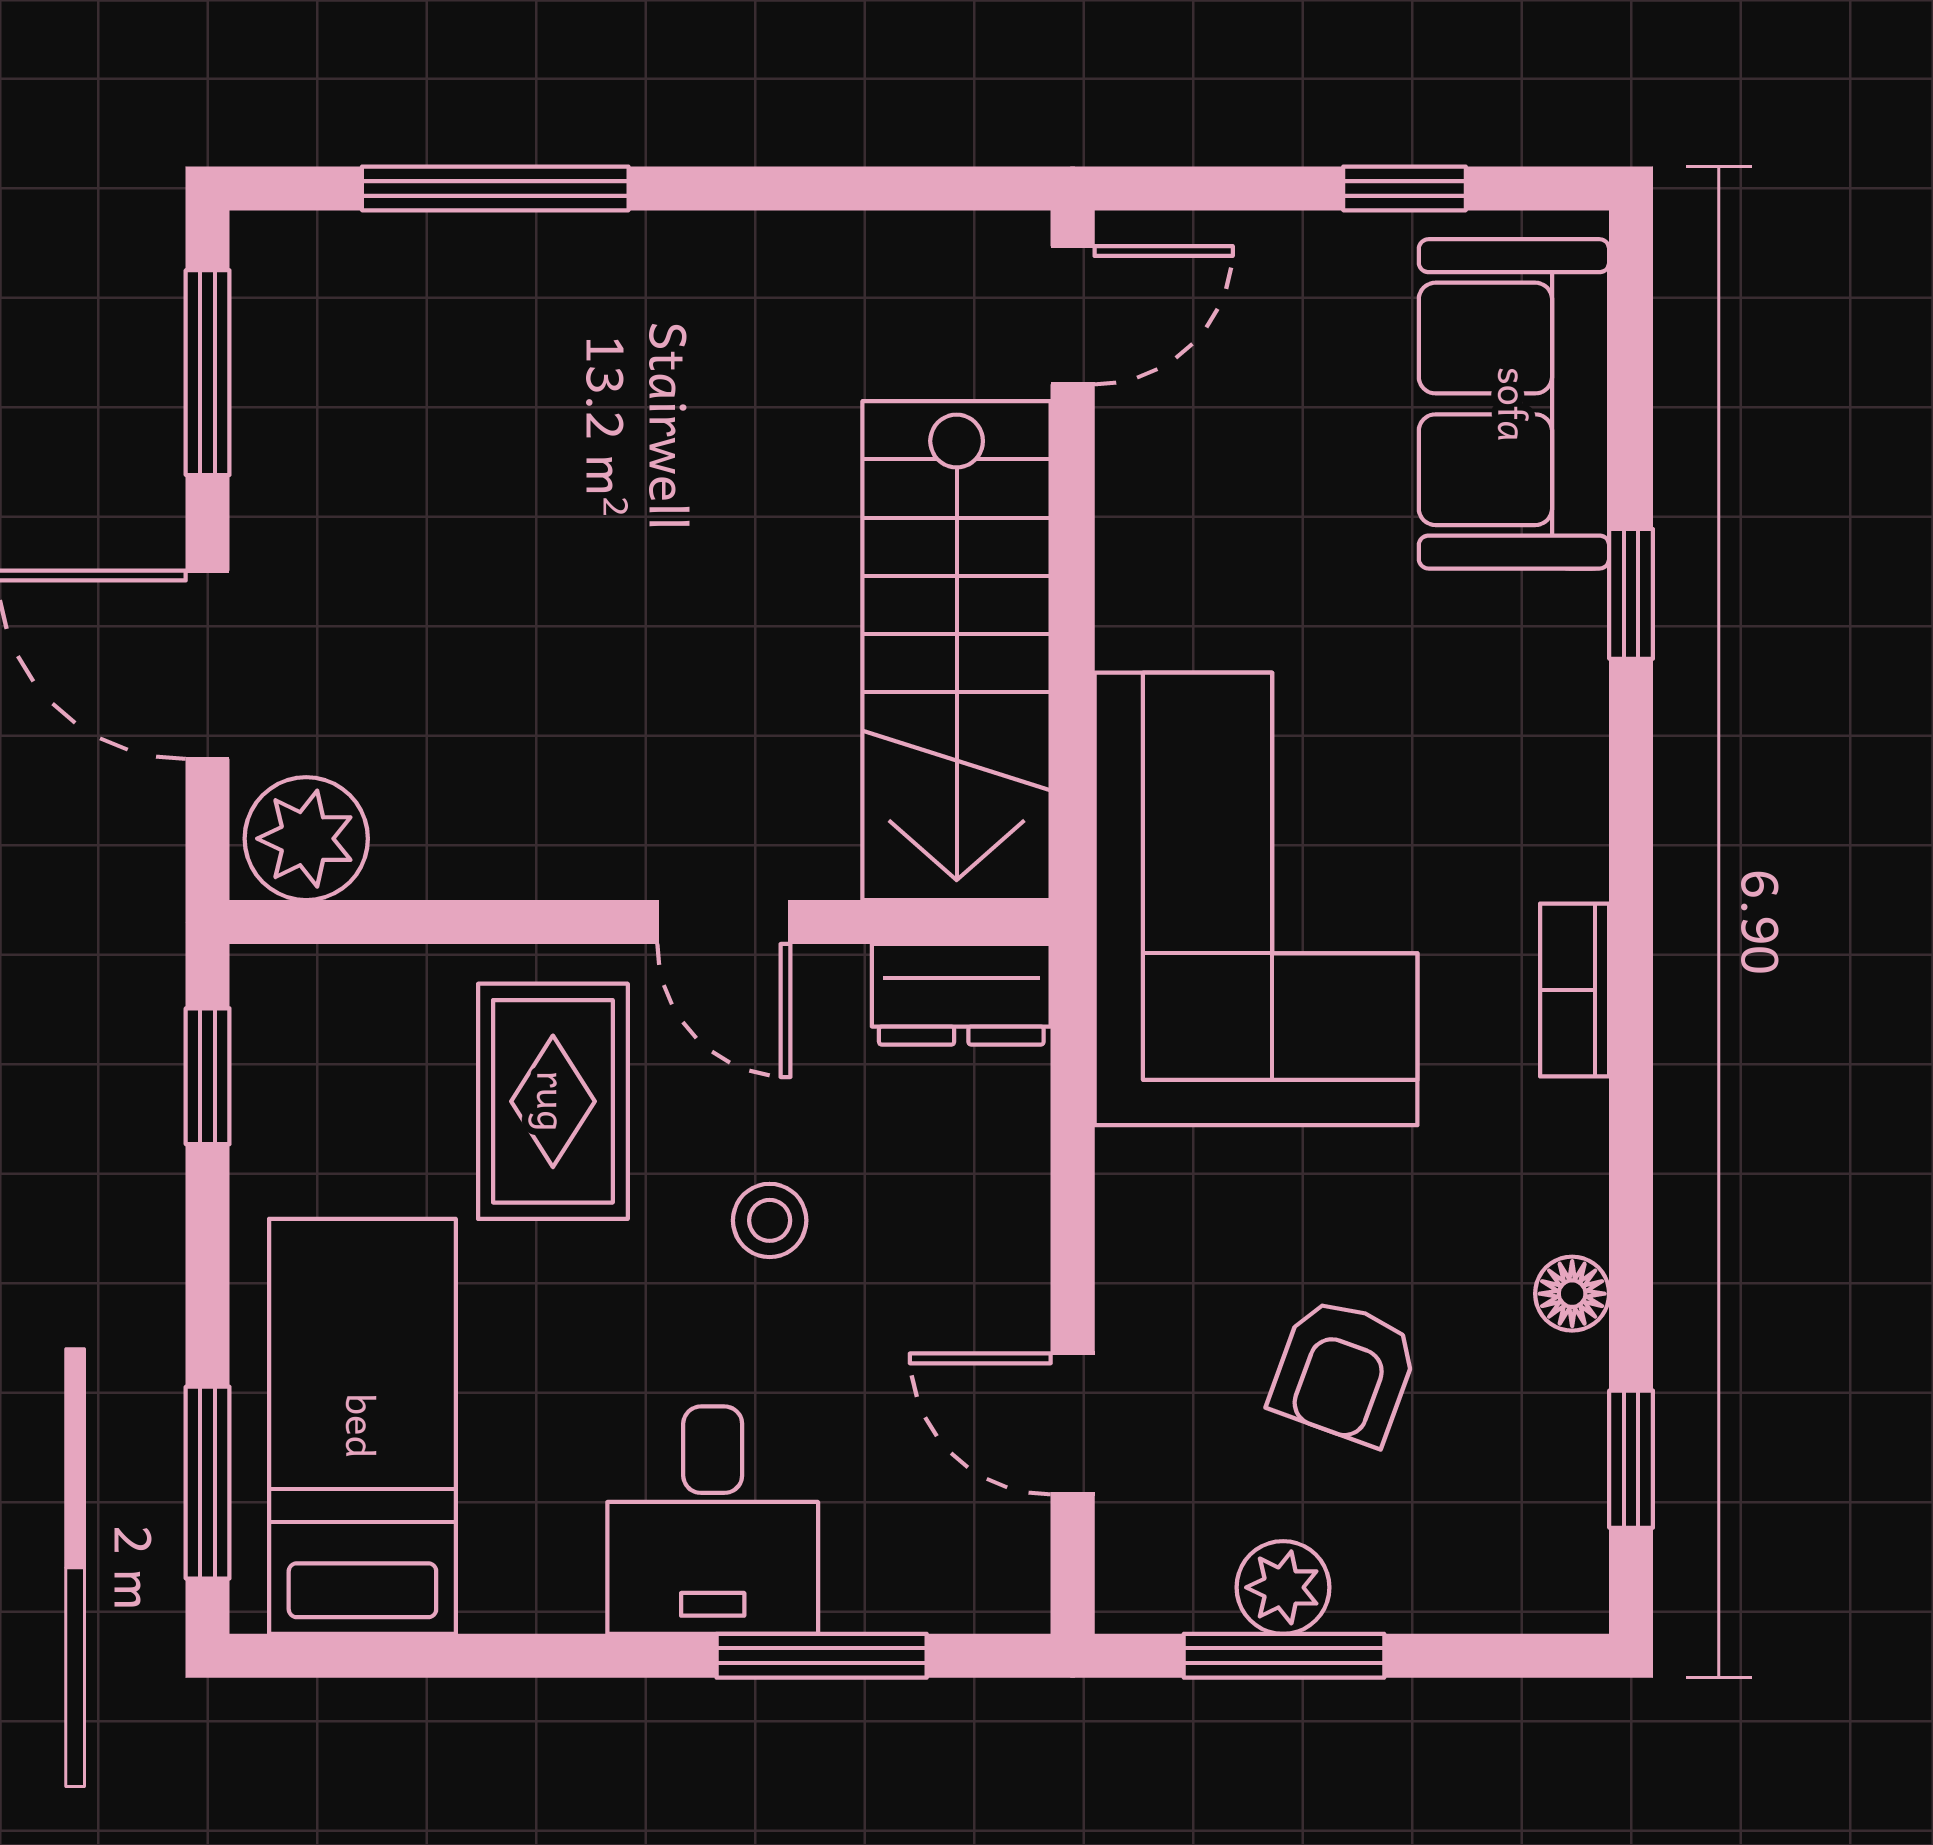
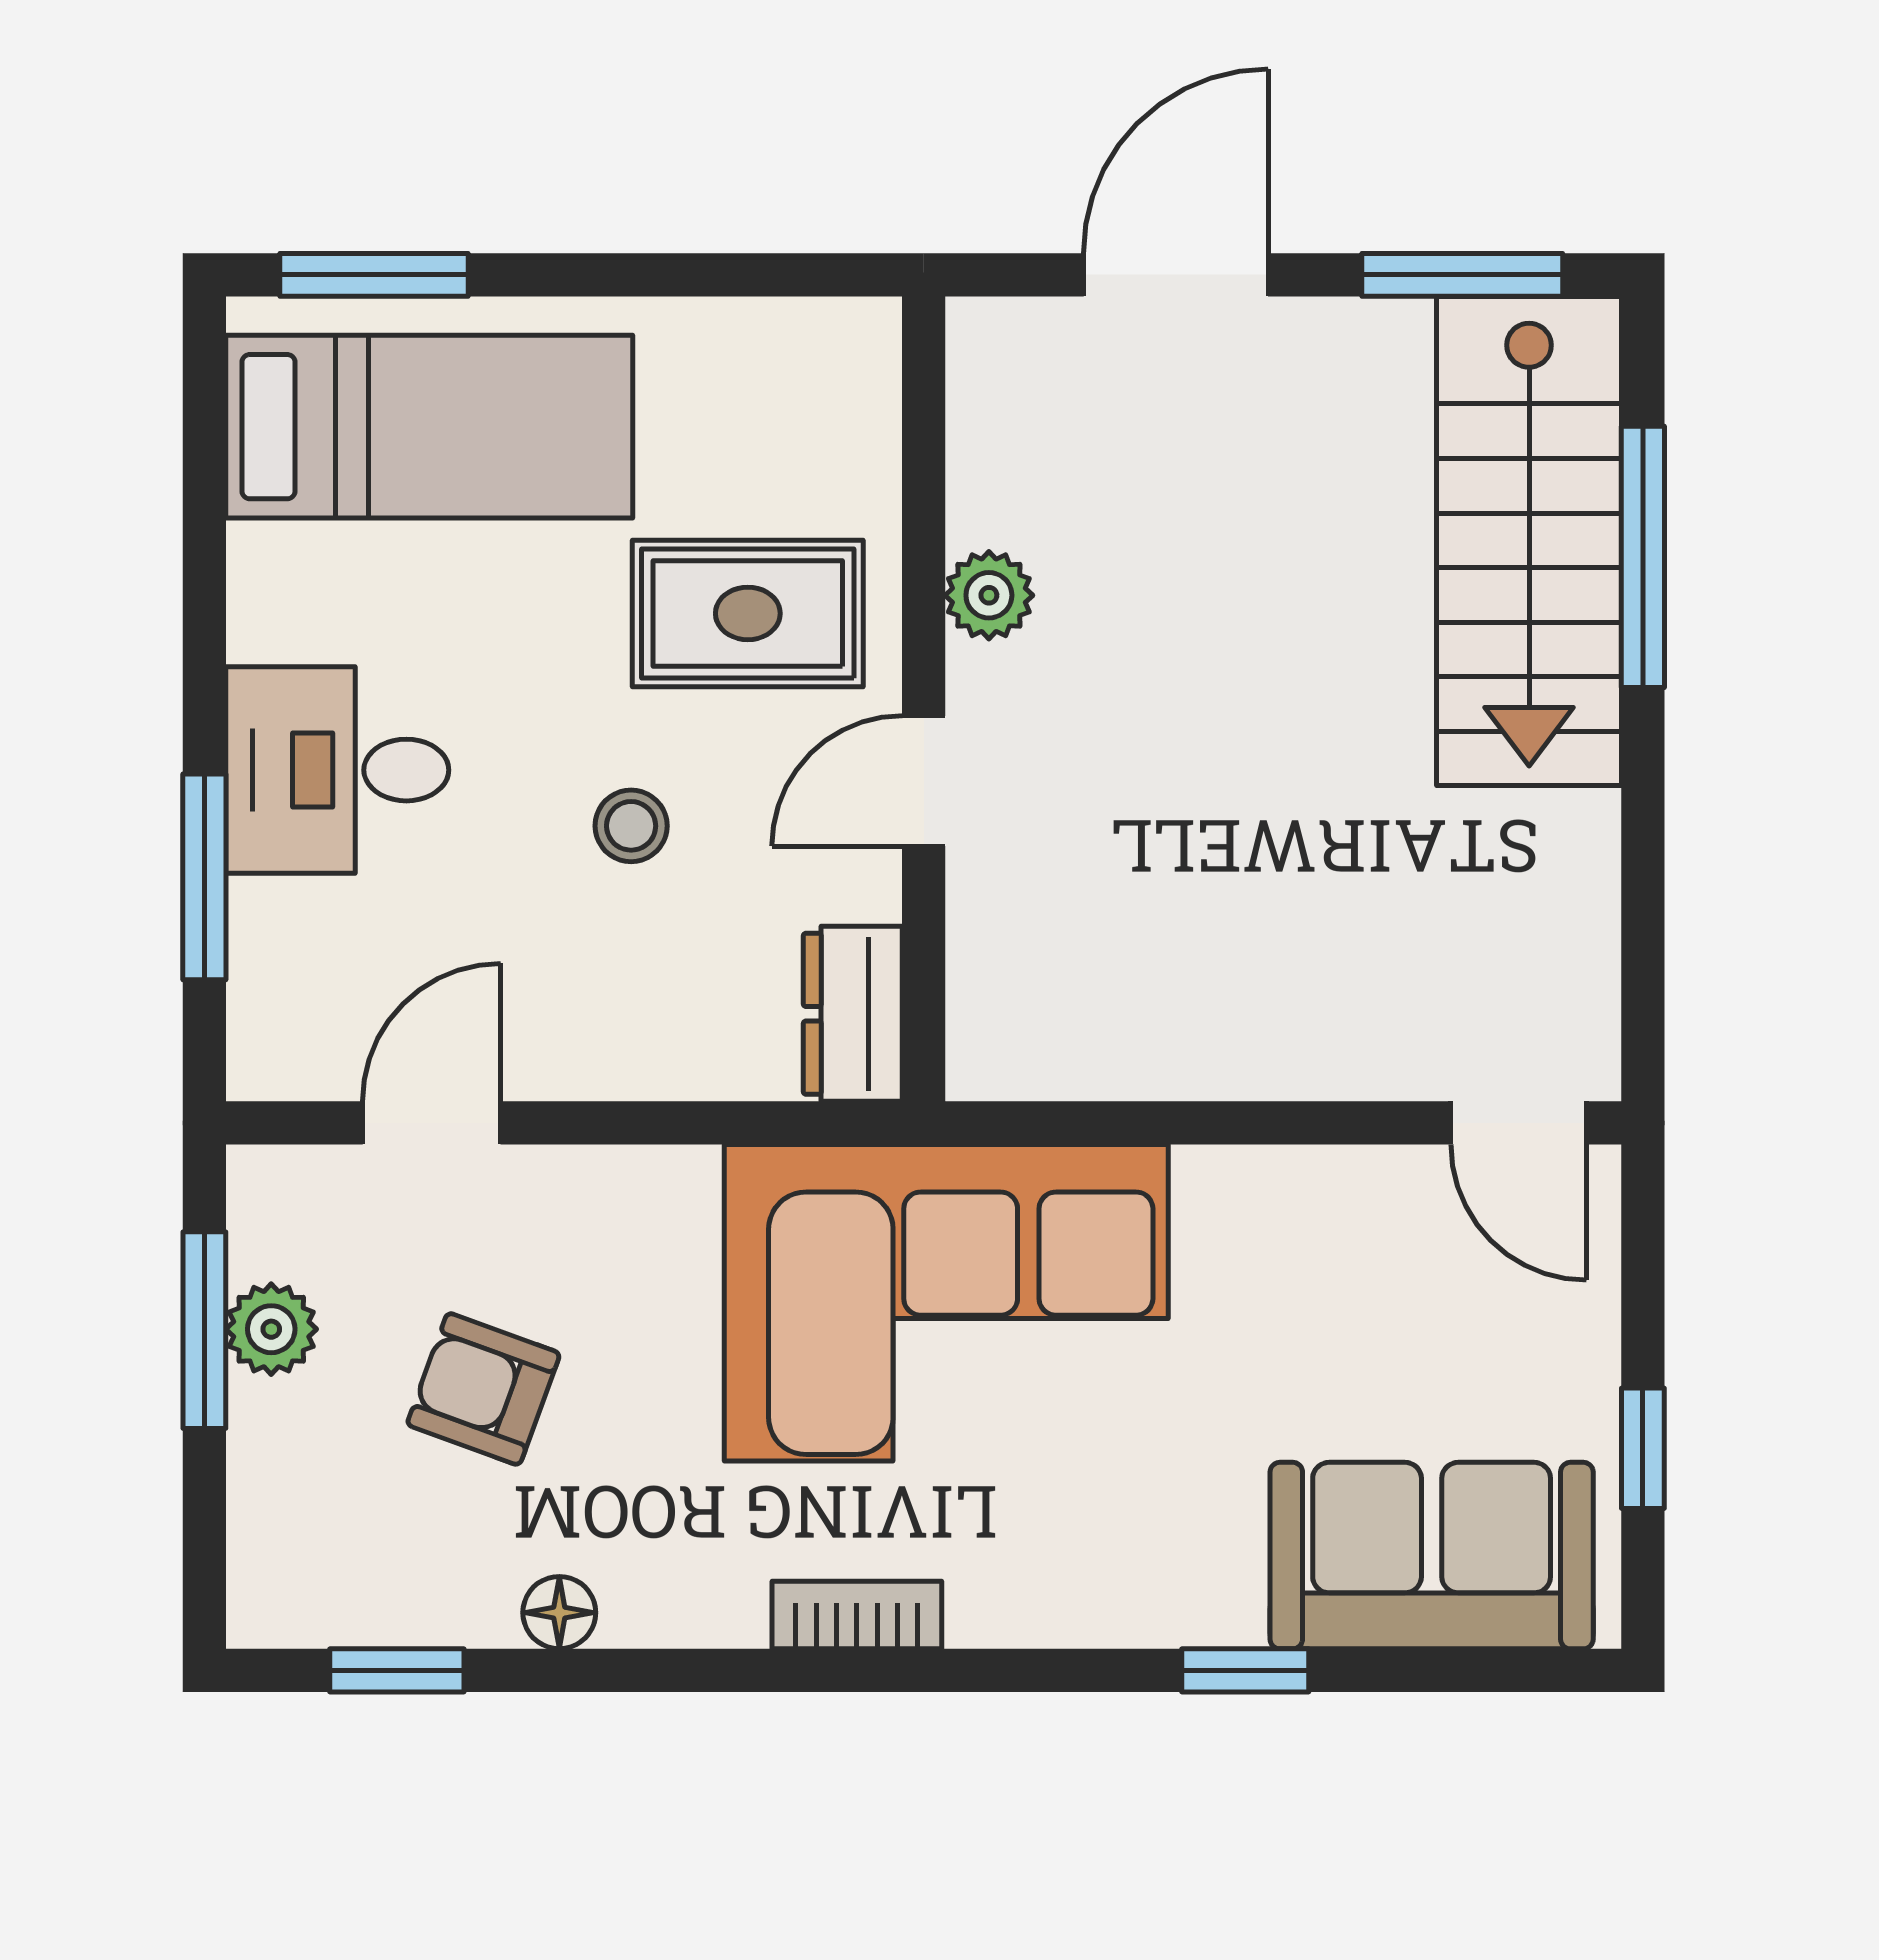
stairs: (957, 651) -> (1529, 541), moved, turned -90
plant: (306, 839) -> (989, 595), moved, width x0.73, depth x0.73
window: (208, 1076) -> (772, 275), removed

